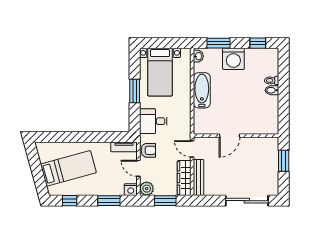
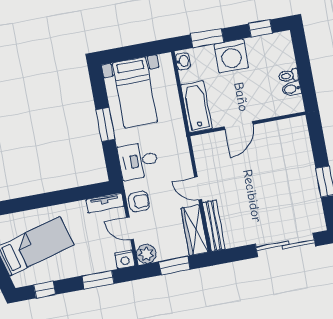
door: (229, 136) -> (239, 125), moved
wall: (236, 136) -> (248, 124), moved

